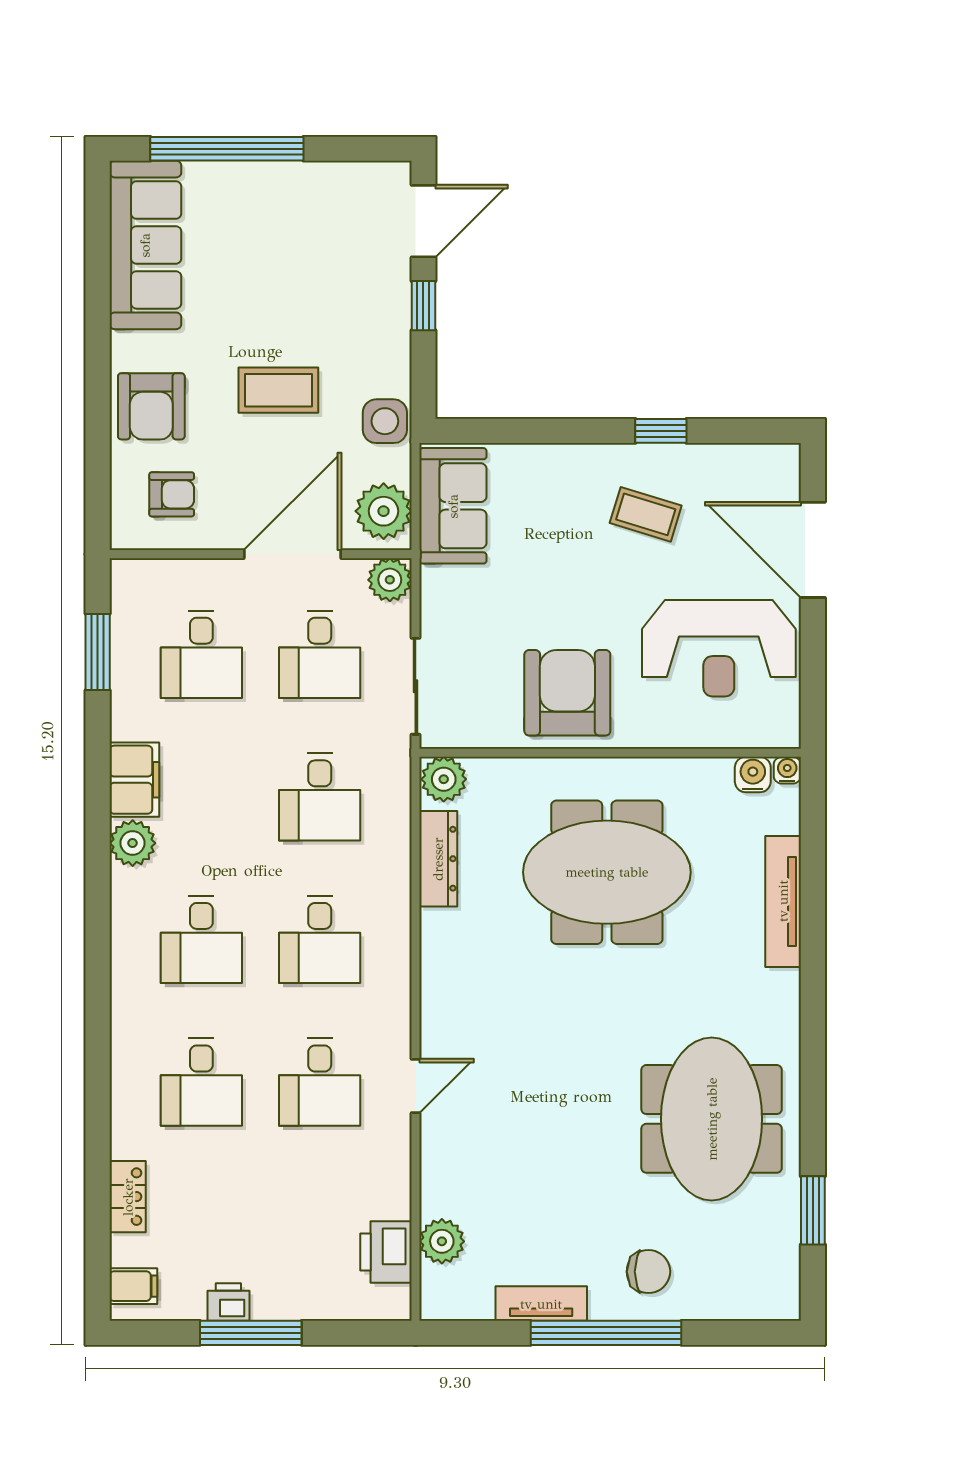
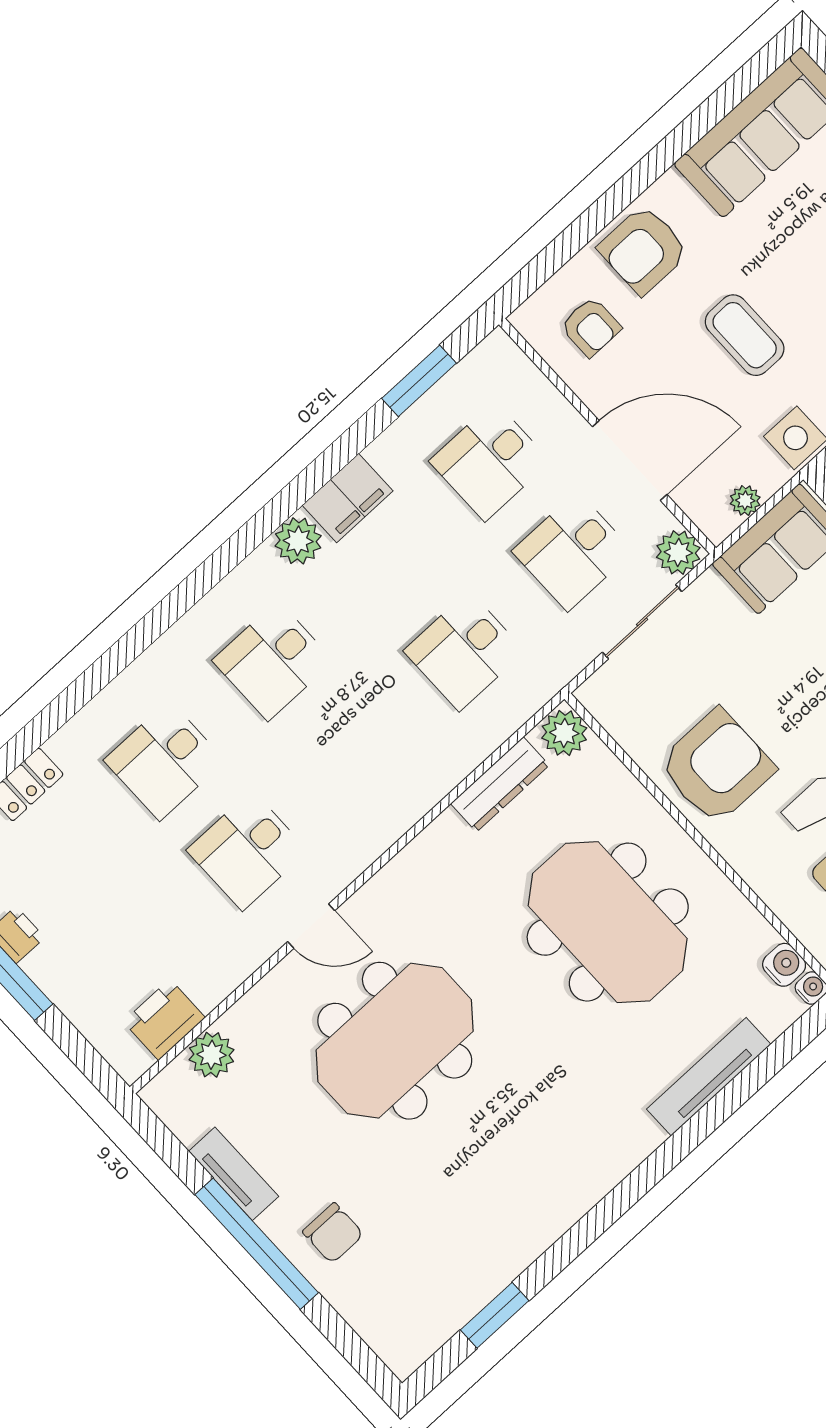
plant: (384, 511) -> (745, 500), width x0.53, depth x0.53
sliding door: (415, 686) -> (642, 622), moved
desk: (320, 940) -> (356, 751), removed
meeting table: (712, 1119) -> (395, 1041), moved

